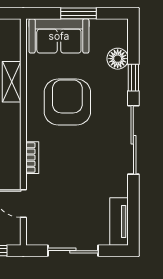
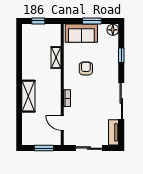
floor lamp: (118, 59) -> (113, 30), moved
armchair: (67, 102) -> (86, 68), width x0.53, depth x0.53
sliding door: (133, 140) -> (121, 101), moved

